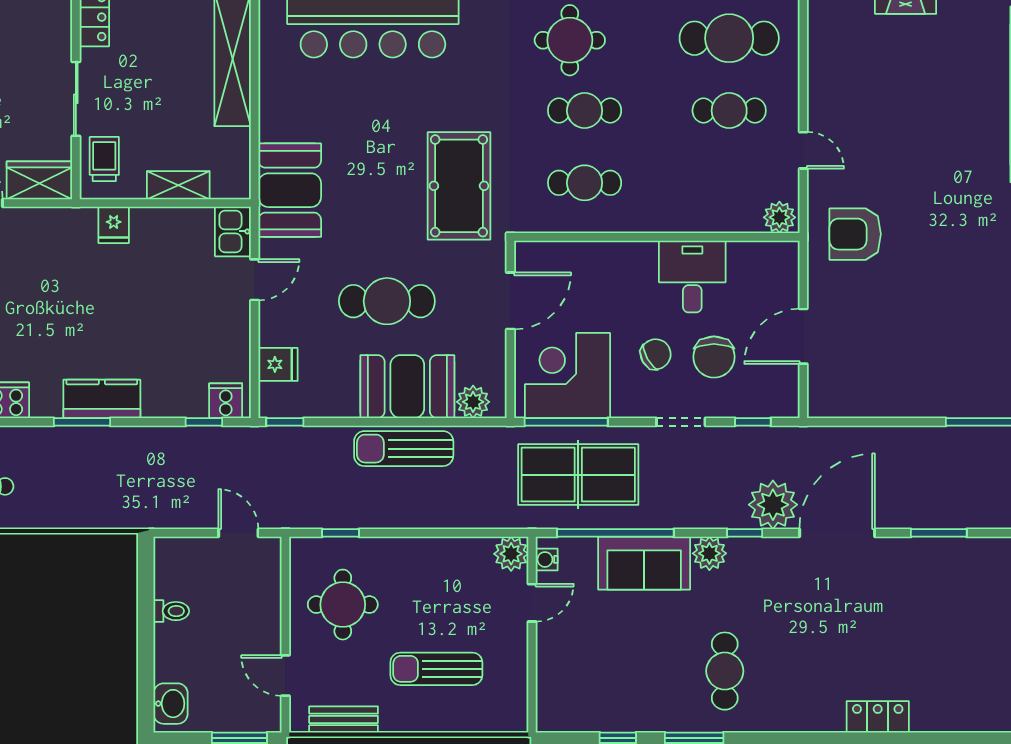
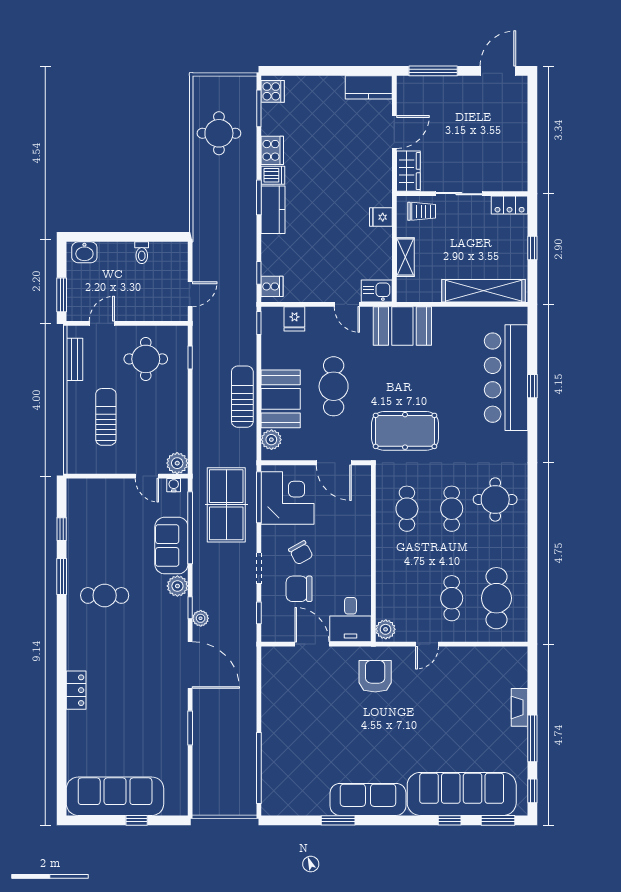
desk: (692, 277) -> (350, 620), moved, turned 90
dishwasher: (46, 399) -> (273, 175), added
plant: (773, 505) -> (201, 618), width x0.53, depth x0.53

